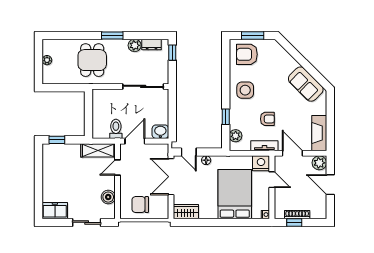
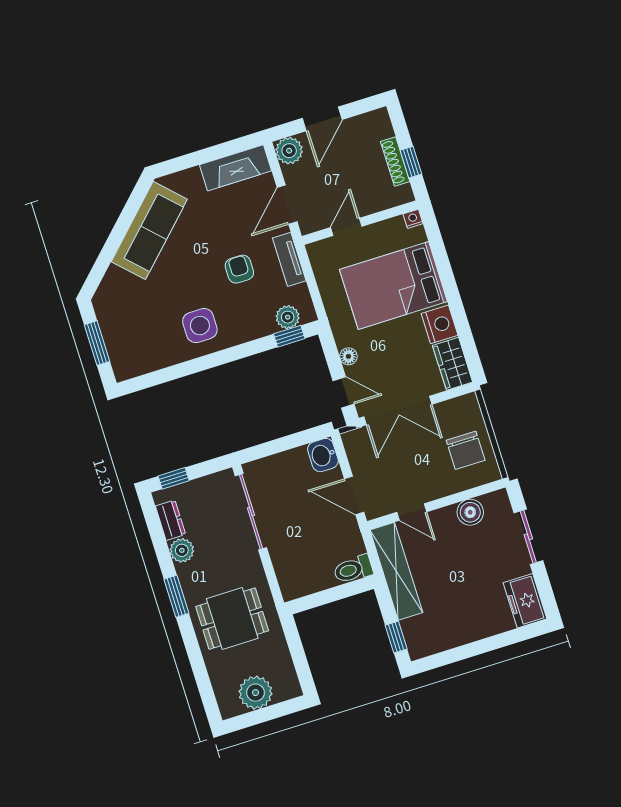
armchair: (247, 54) -> (134, 343), removed
plant: (47, 60) -> (255, 693), width x1.88, depth x1.88
sofa: (306, 84) -> (149, 230), width x1.36
window: (226, 117) -> (289, 336), moved
toilet: (116, 129) -> (353, 569), moved
shelving: (98, 150) -> (396, 571), width x1.47
door: (189, 152) -> (344, 392), hinge flipped
nightstand: (261, 163) -> (440, 324), moved, turned 180

